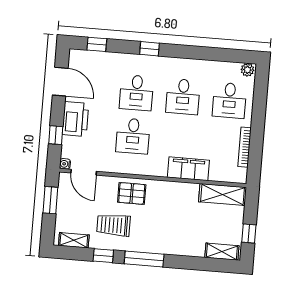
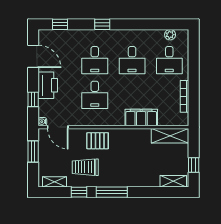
plant: (247, 70) -> (170, 35), moved

